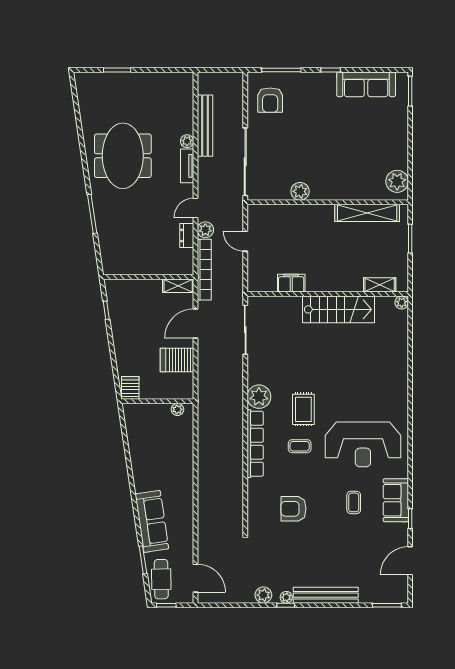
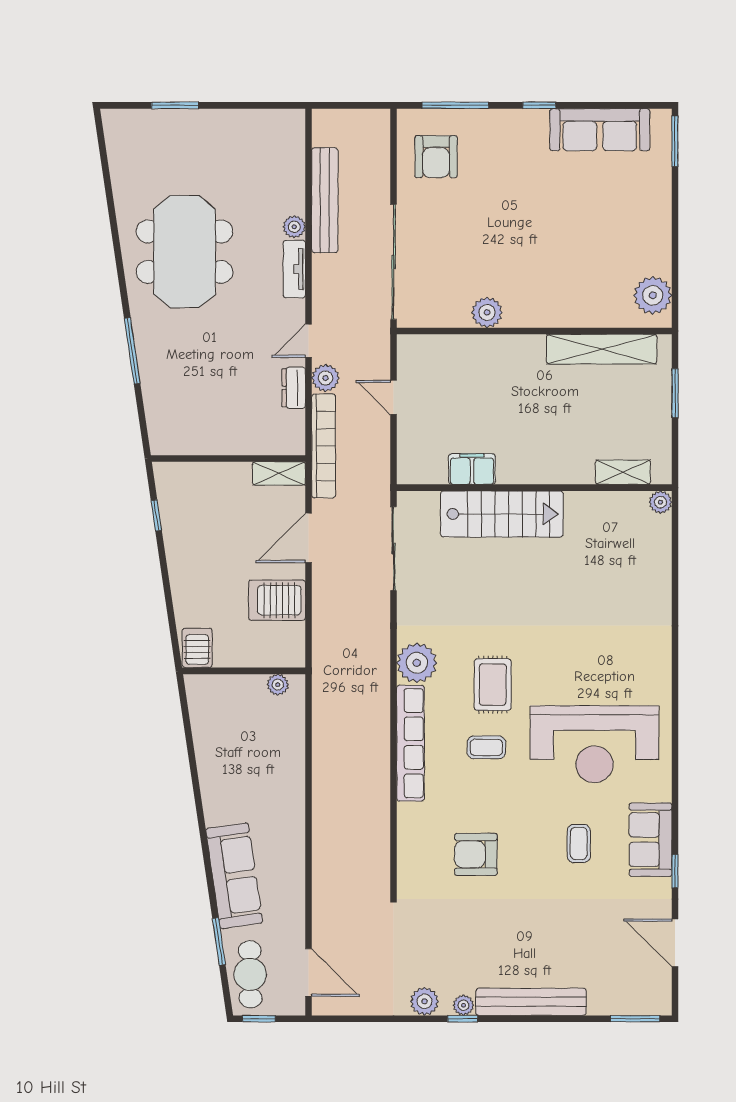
stairs: (338, 309) -> (502, 514), moved
door: (410, 561) -> (675, 943), hinge flipped

